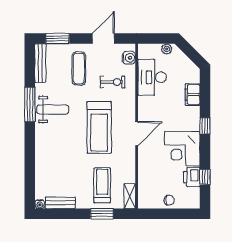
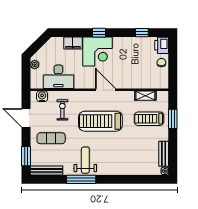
treadmill: (99, 127) -> (100, 121), turned 180
corner desk: (182, 149) -> (98, 52), moved
printer: (192, 177) -> (162, 45), moved, turned 90
shelving: (130, 196) -> (145, 96), moved

